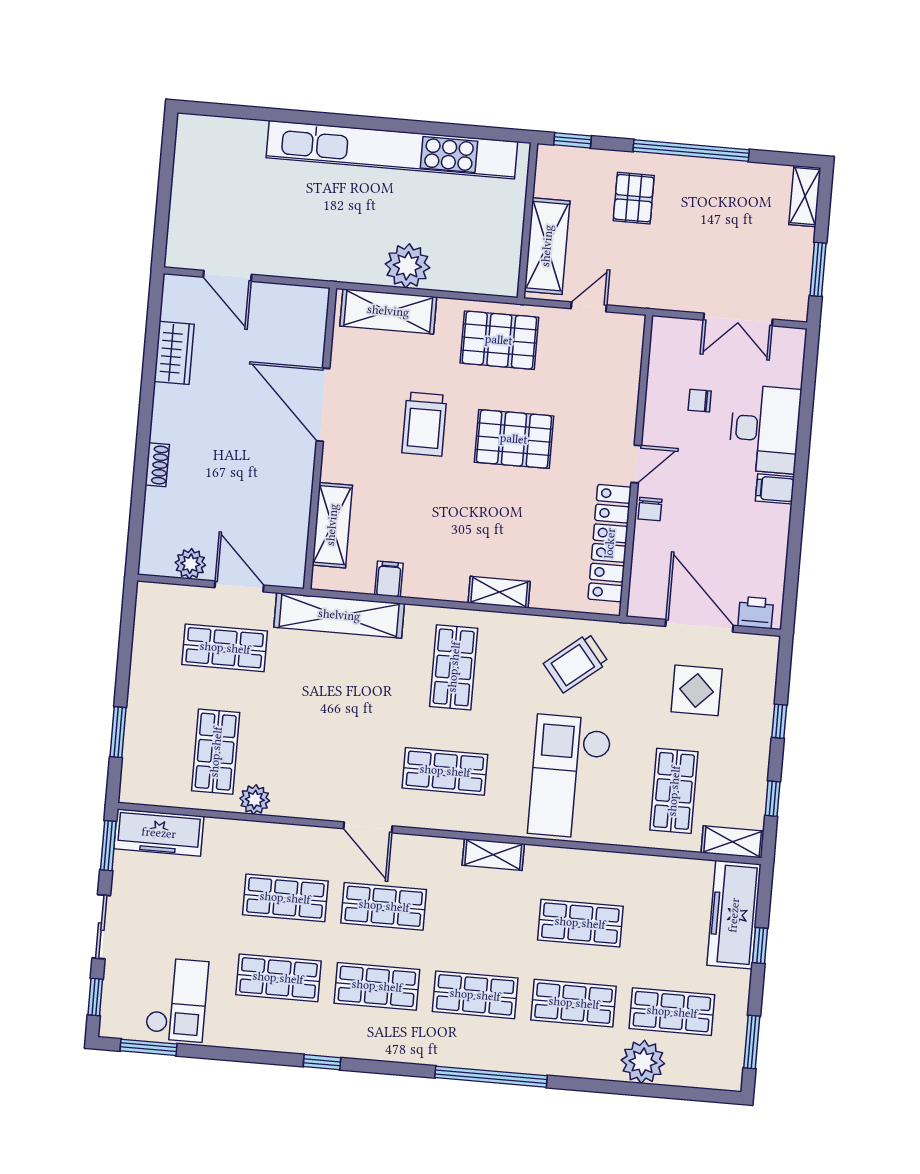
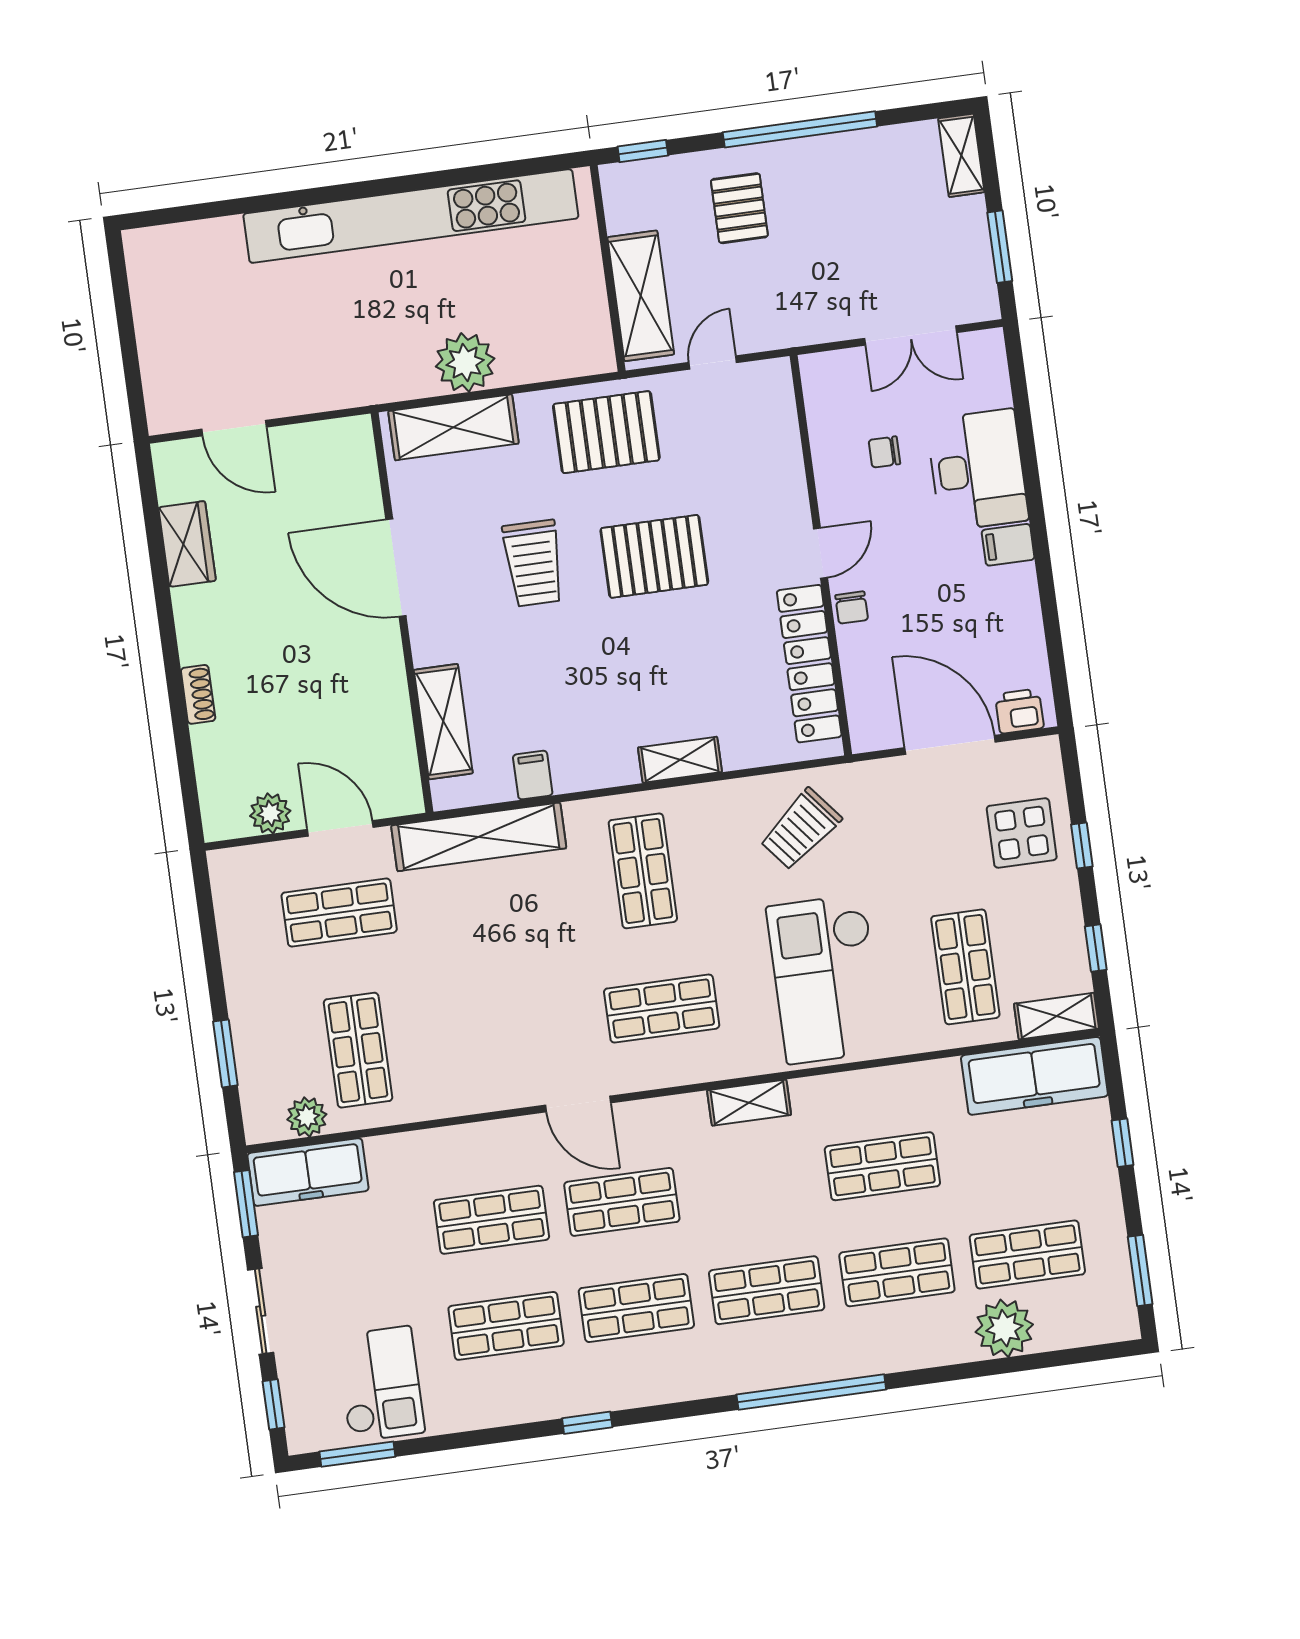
display table: (697, 690) -> (1022, 833), moved
plant: (255, 800) -> (307, 1117), moved
freezer: (734, 915) -> (1034, 1076), moved, turned -90

